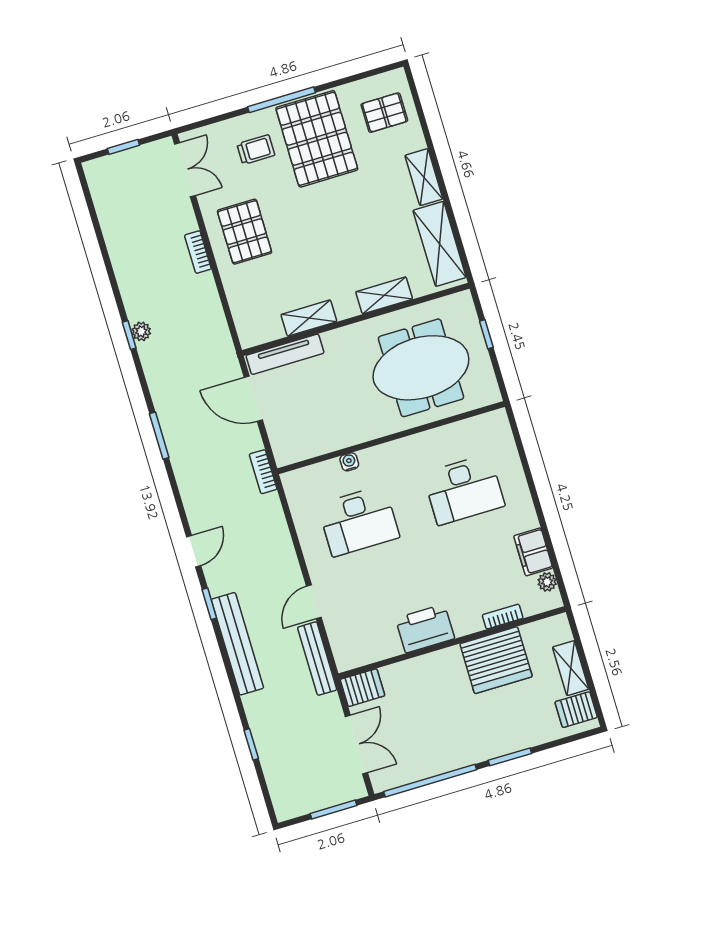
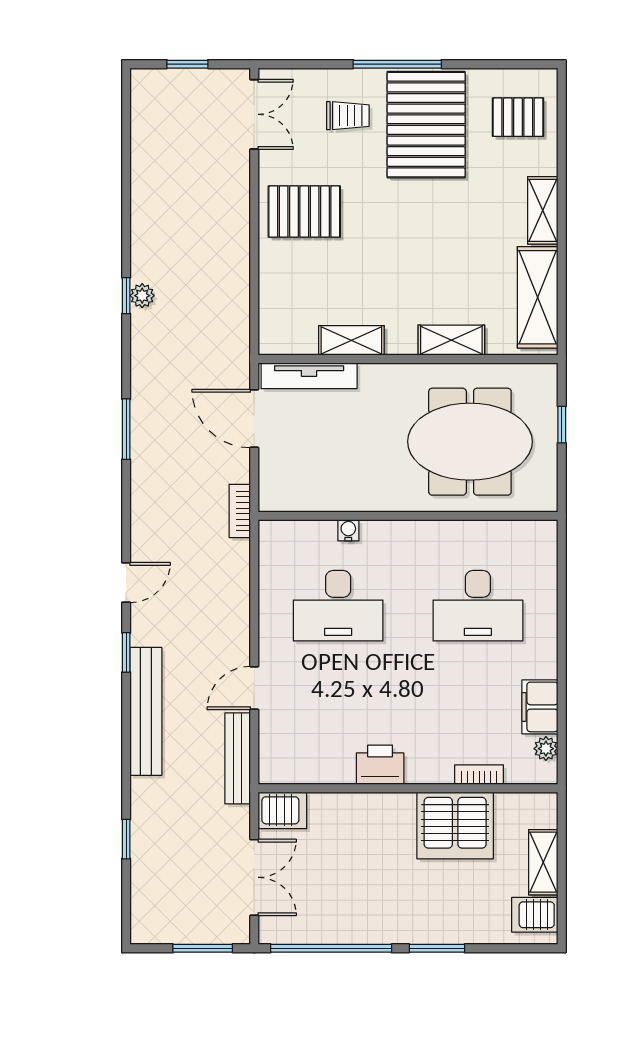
pallet: (245, 232) -> (304, 212), turned 90
bookcase: (198, 252) -> (240, 220), removed
printer: (425, 628) -> (380, 765), width x0.73, depth x0.84

